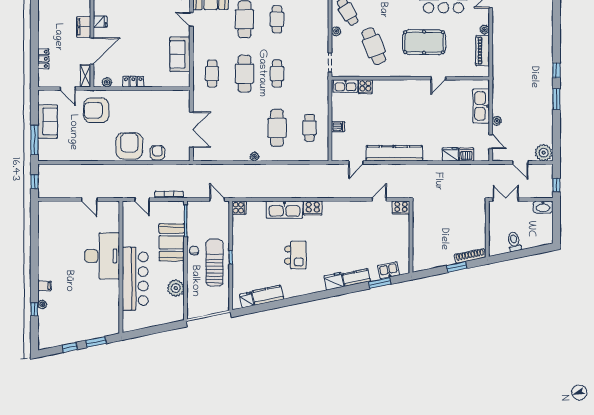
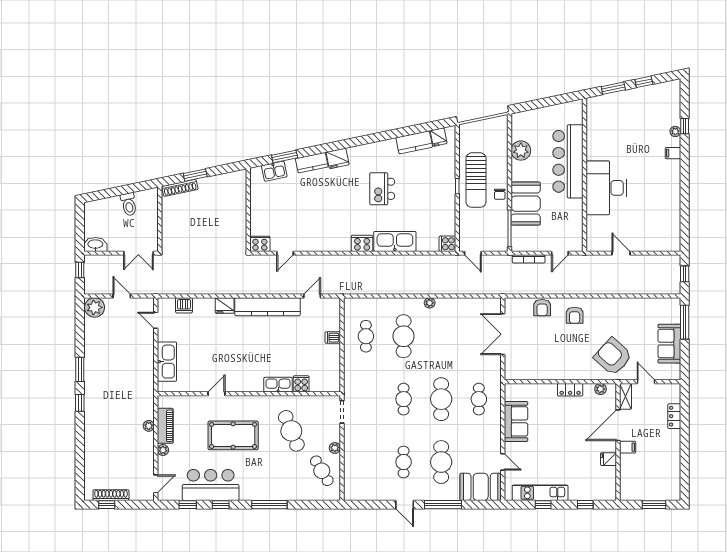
filing cabinet: (84, 27) -> (628, 447), width x0.50
kitchen sink: (345, 86) -> (278, 385), moved
armchair: (96, 110) -> (613, 357), turned -138
plant: (497, 121) -> (149, 426), moved
armchair: (129, 146) -> (575, 315), width x0.53, depth x0.53
fridge: (450, 154) -> (225, 306), moved
door: (142, 200) -> (560, 253), swing flipped

